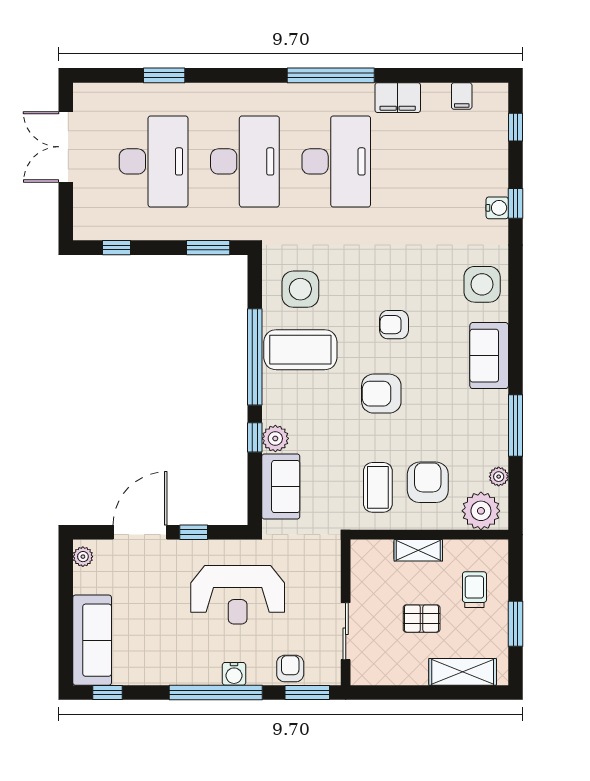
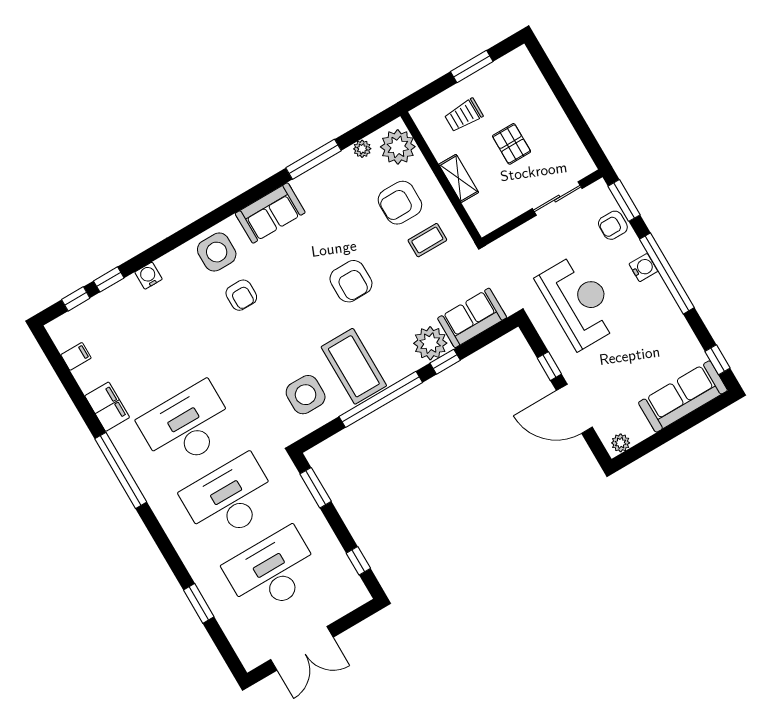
window: (515, 203) -> (109, 279), moved
armchair: (394, 325) -> (241, 295), moved
plant: (275, 438) -> (430, 343), width x1.36, depth x1.36
coffee table: (378, 487) -> (427, 240), width x0.73, depth x0.77
shelving: (463, 672) -> (535, 86), removed

